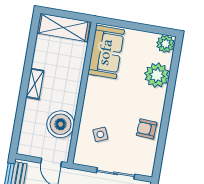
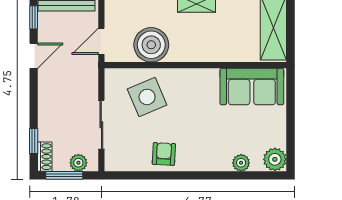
plant: (157, 75) -> (241, 163), width x0.53, depth x0.53
side table: (100, 134) -> (147, 97), width x1.87, depth x1.87

